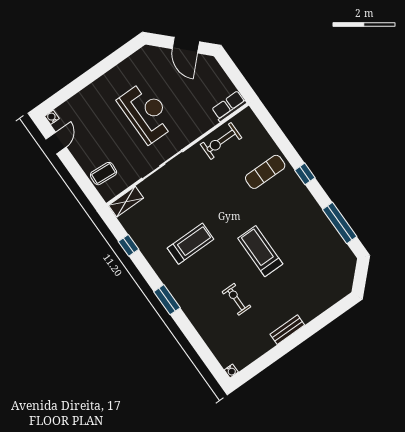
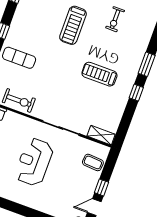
window: (71, 165) -> (101, 187), added
window: (128, 245) -> (136, 93), moved

